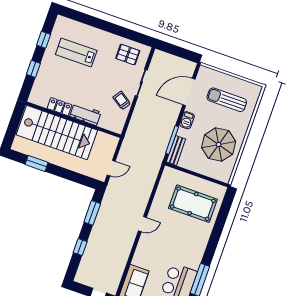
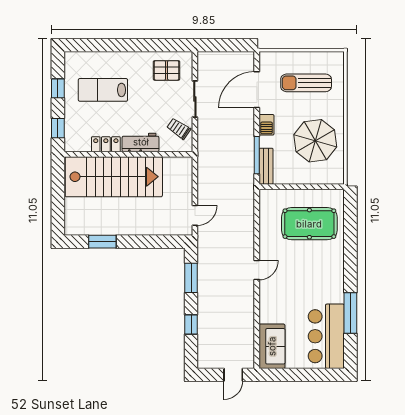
locker: (60, 107) -> (106, 144), moved
workbench: (85, 114) -> (141, 142), moved
wall: (73, 120) -> (128, 154), moved
stairs: (57, 132) -> (114, 177), moved

